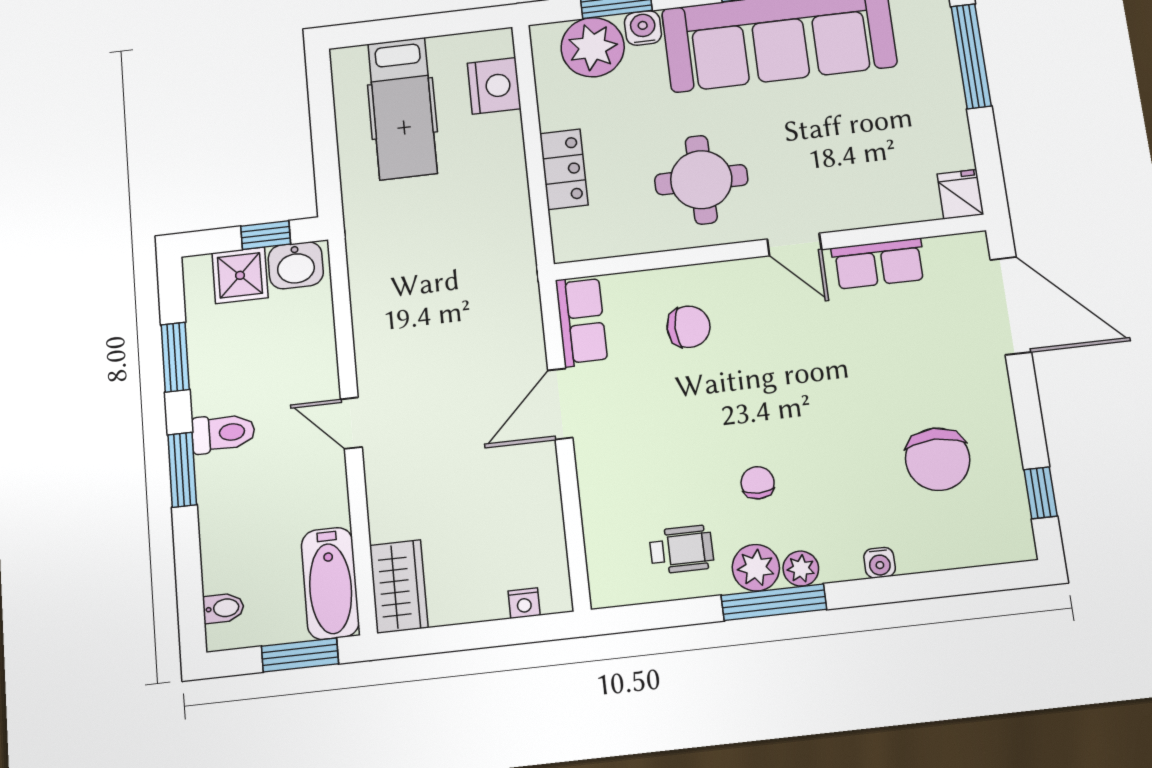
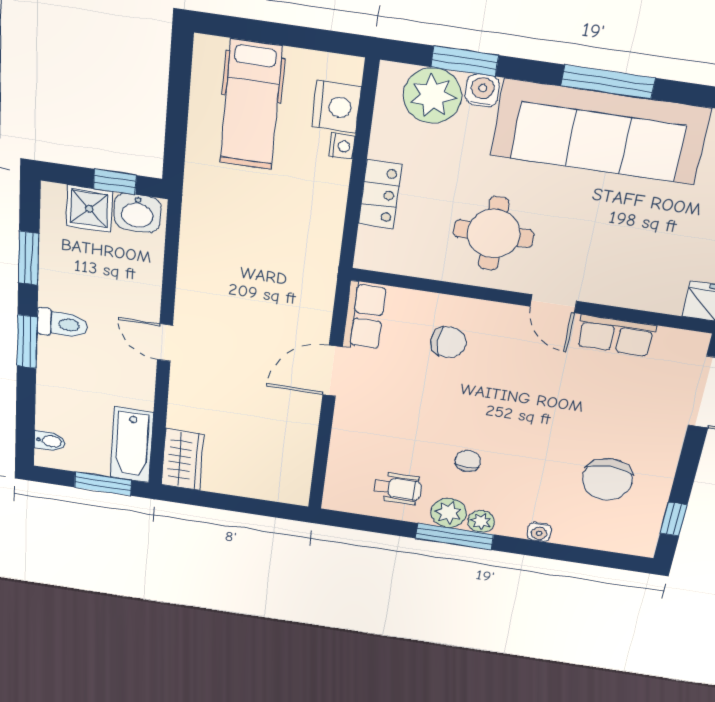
nightstand: (524, 603) -> (342, 146), moved, turned -90

